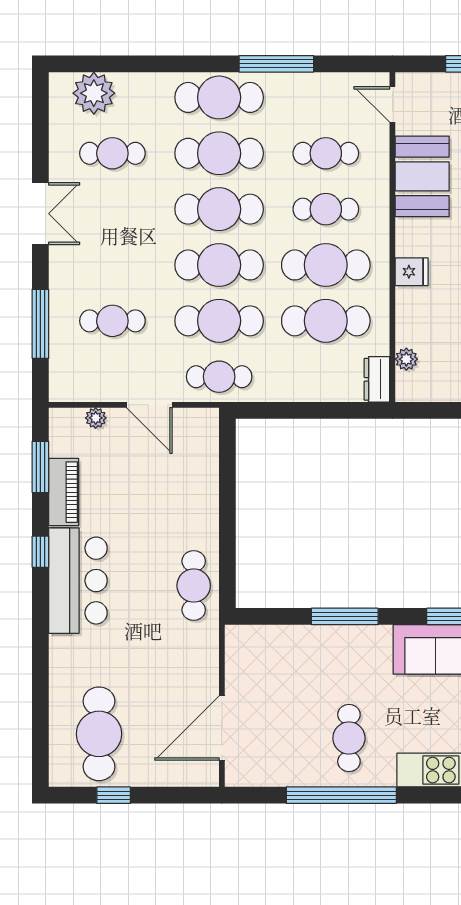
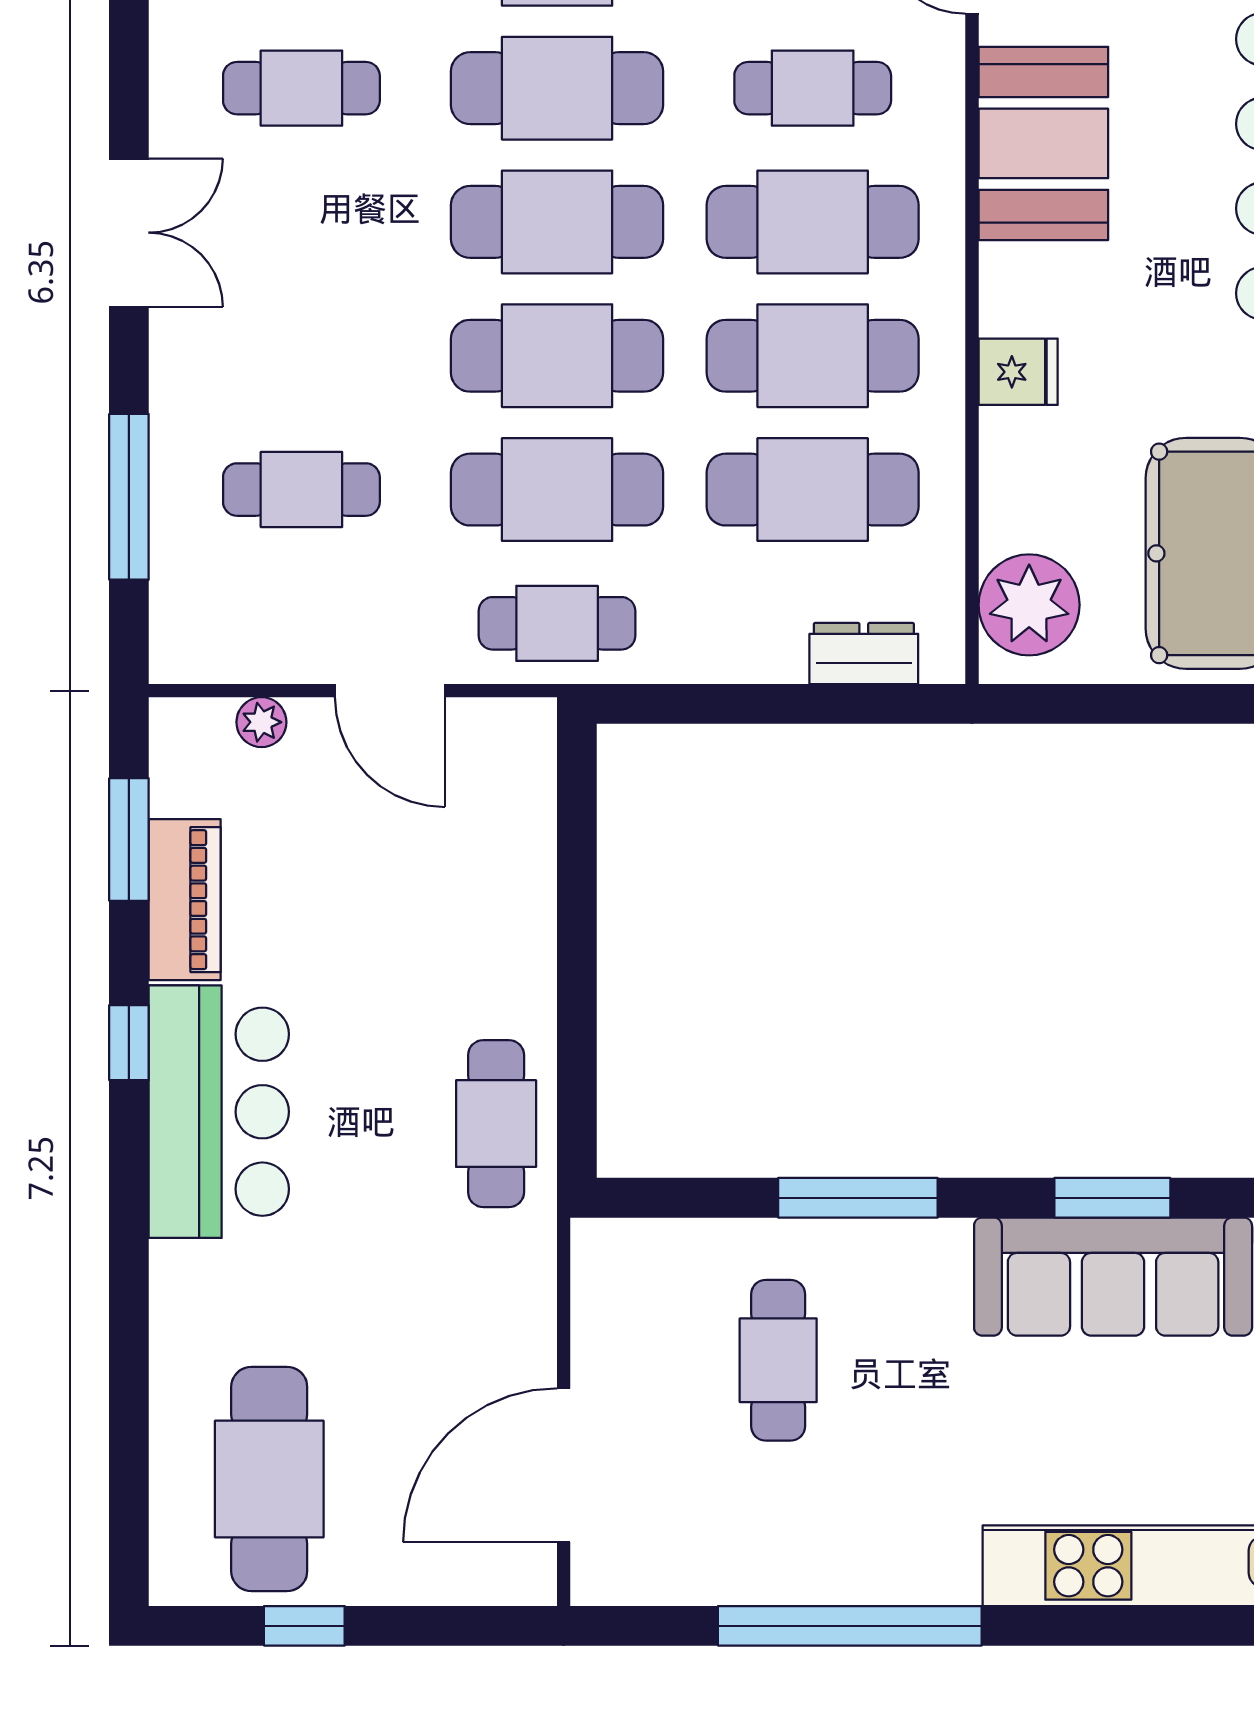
cafe table: (326, 209) -> (813, 222), width x1.37, depth x1.35
plant: (406, 359) -> (1029, 605), width x1.88, depth x1.88
dresser: (377, 379) -> (864, 653), moved, turned 90
cafe table: (349, 738) -> (778, 1360), moved

